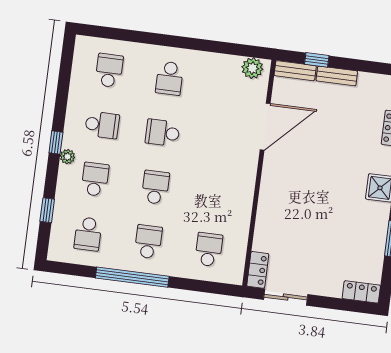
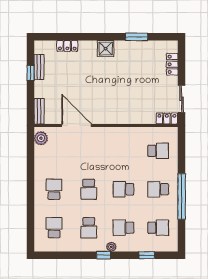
window: (317, 60) -> (31, 73), moved
school desk: (109, 70) -> (54, 228), turned 90
bench: (337, 76) -> (39, 67), moved
school desk: (170, 78) -> (54, 189), turned -90
school desk: (102, 125) -> (89, 228), turned 180
school desk: (209, 250) -> (158, 151), turned 180
locker: (361, 292) -> (172, 64), moved

